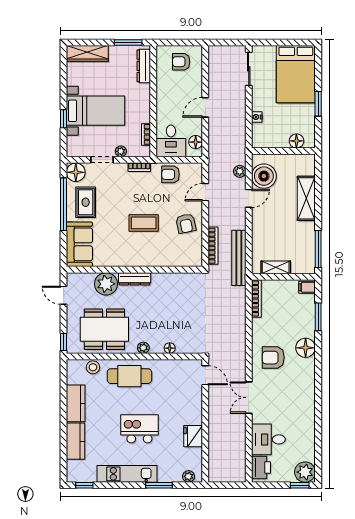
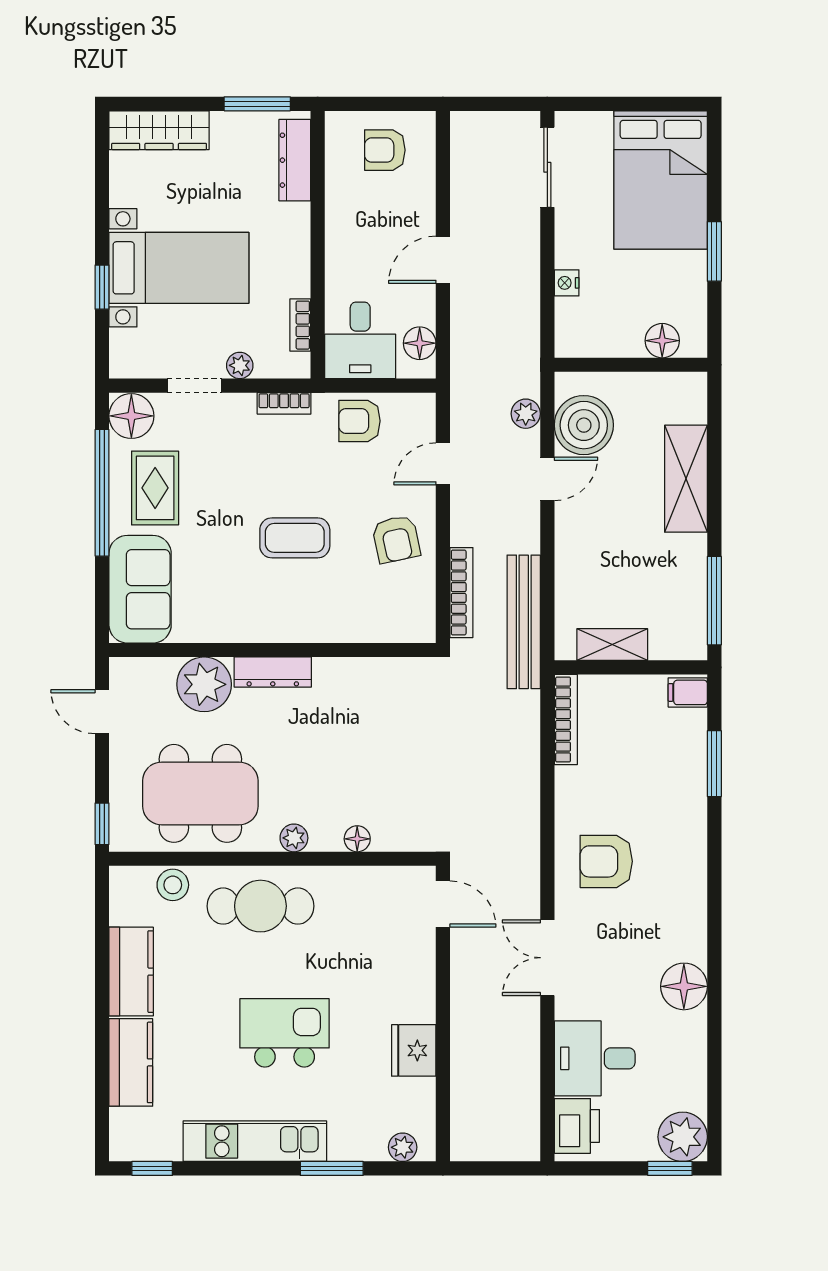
floor lamp: (306, 348) -> (684, 986), moved

